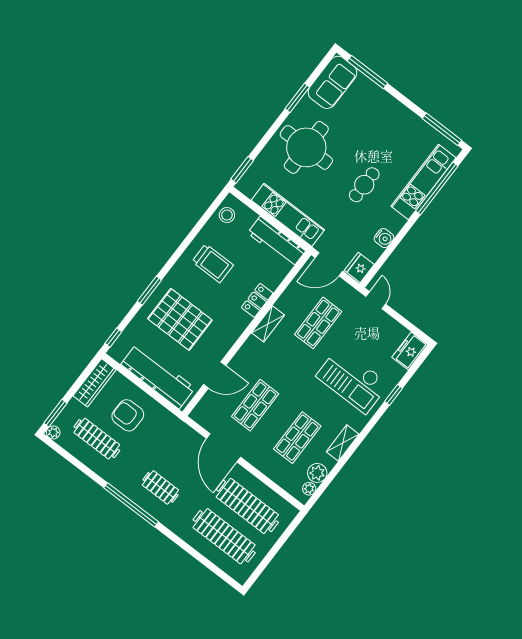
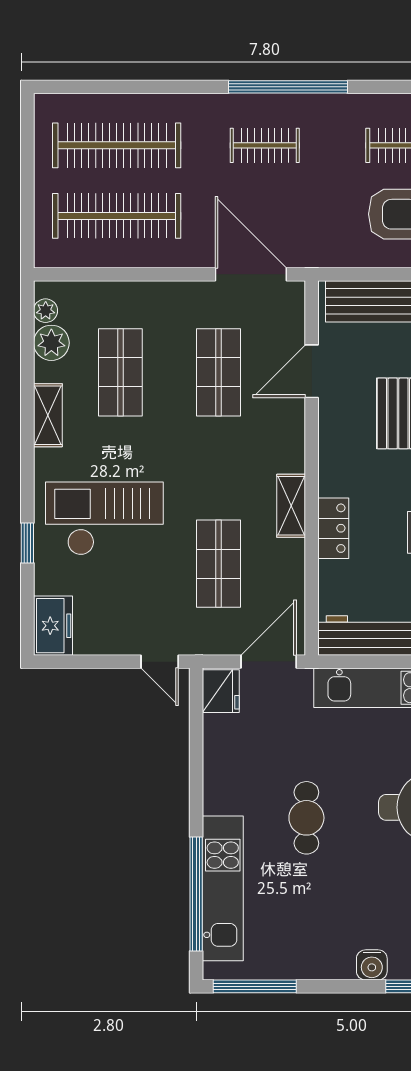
water cooler: (384, 238) -> (372, 965), moved, turned -90
door: (223, 448) -> (251, 274), moved

